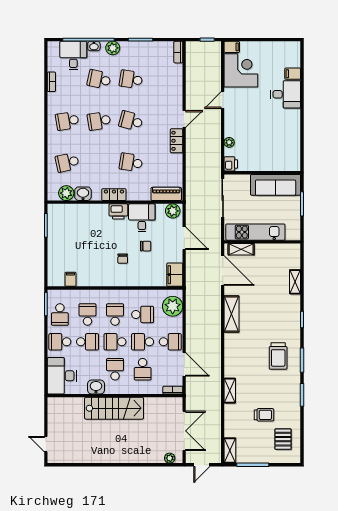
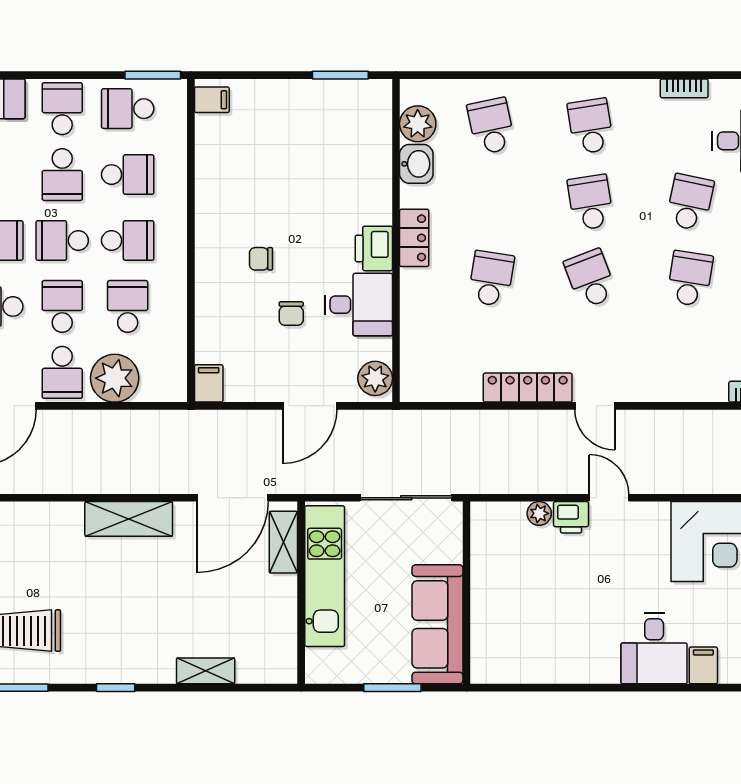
door: (223, 100) -> (609, 498), moved
school desk: (131, 121) -> (591, 279), turned -36
locker: (177, 141) -> (528, 388), width x1.53
printer: (231, 164) -> (571, 517), moved
piano: (166, 194) -> (416, 363), removed
filing cabinet: (175, 275) -> (209, 383), width x0.50
filing cabinet: (70, 279) -> (212, 100), moved
plant: (173, 306) -> (115, 378), moved
school desk: (143, 314) -> (128, 306), turned 180
school desk: (115, 342) -> (62, 241), turned -90

